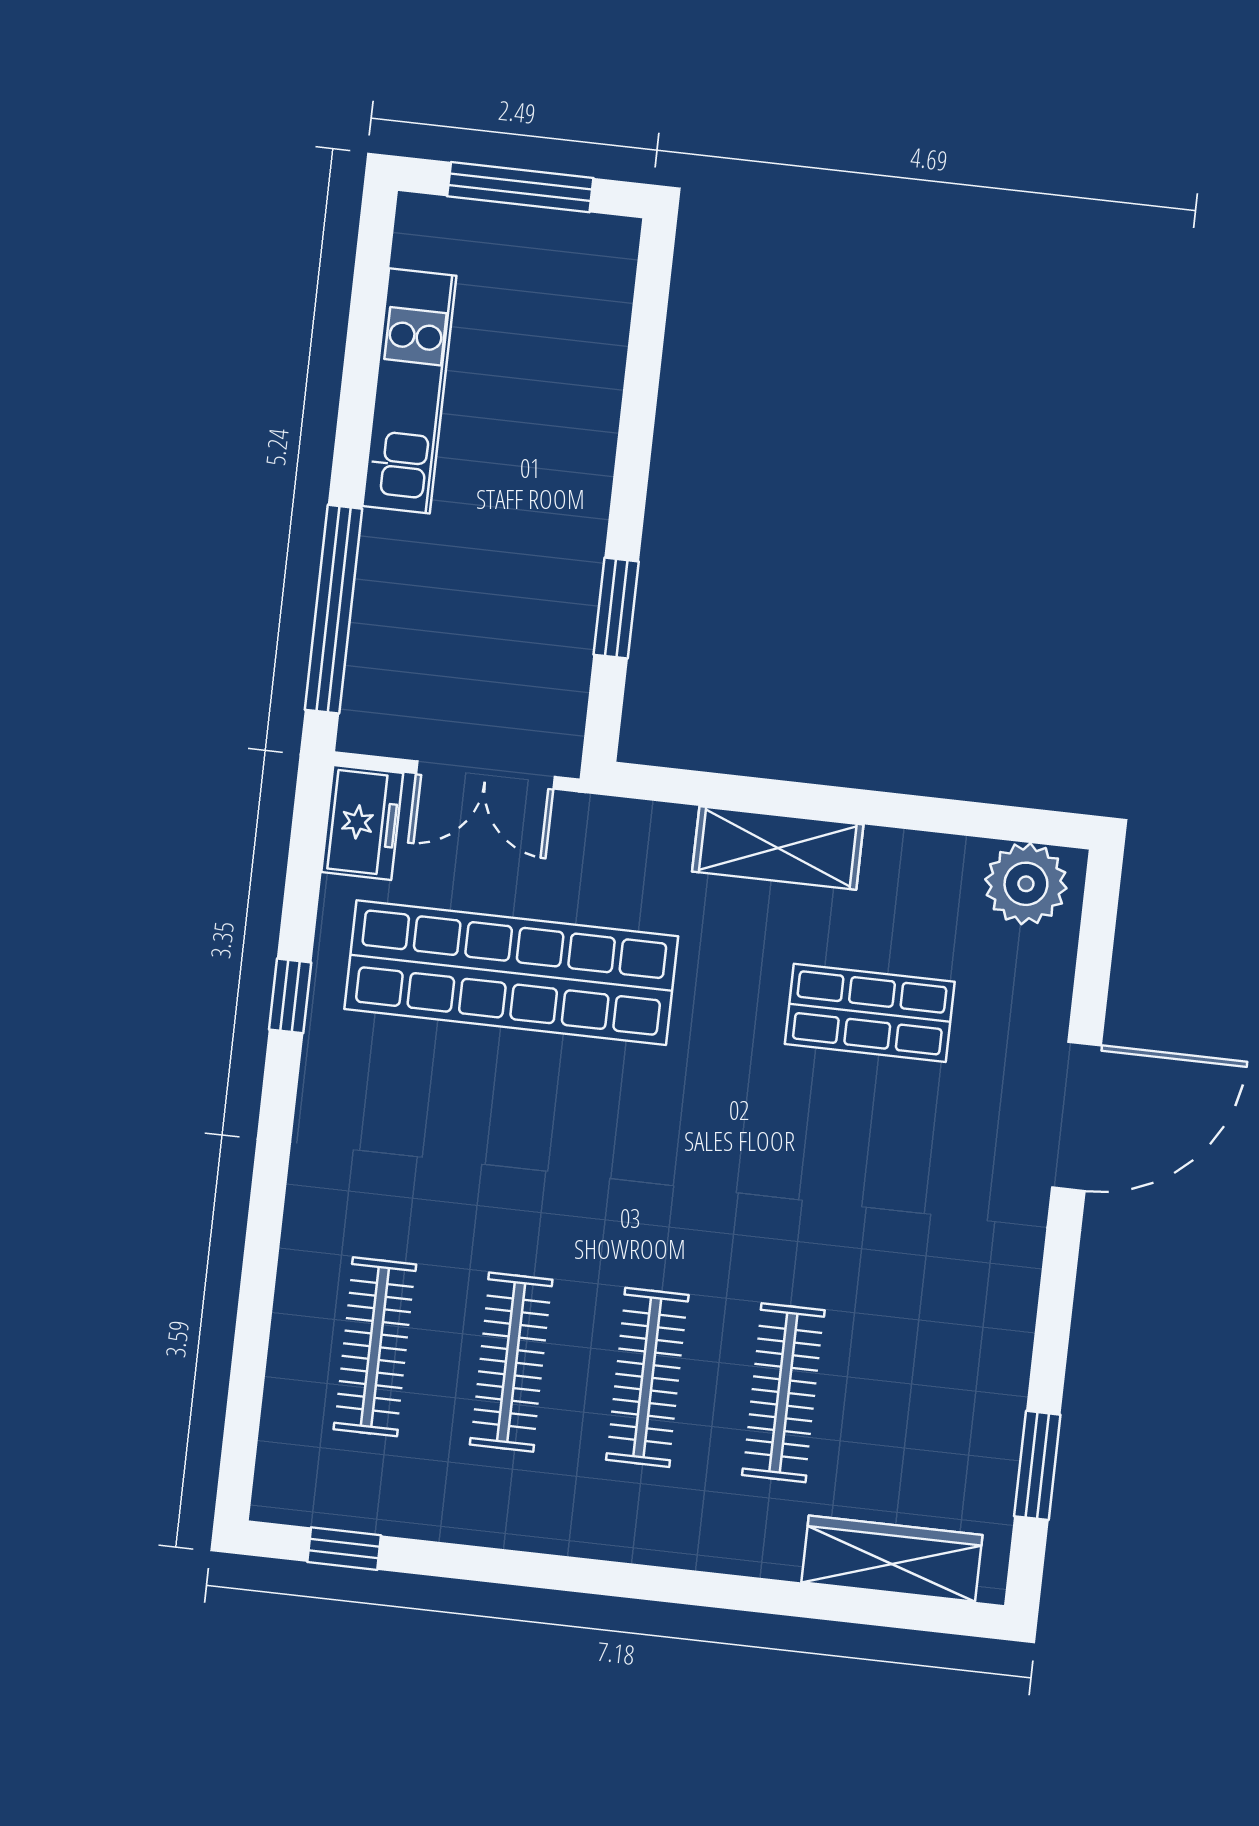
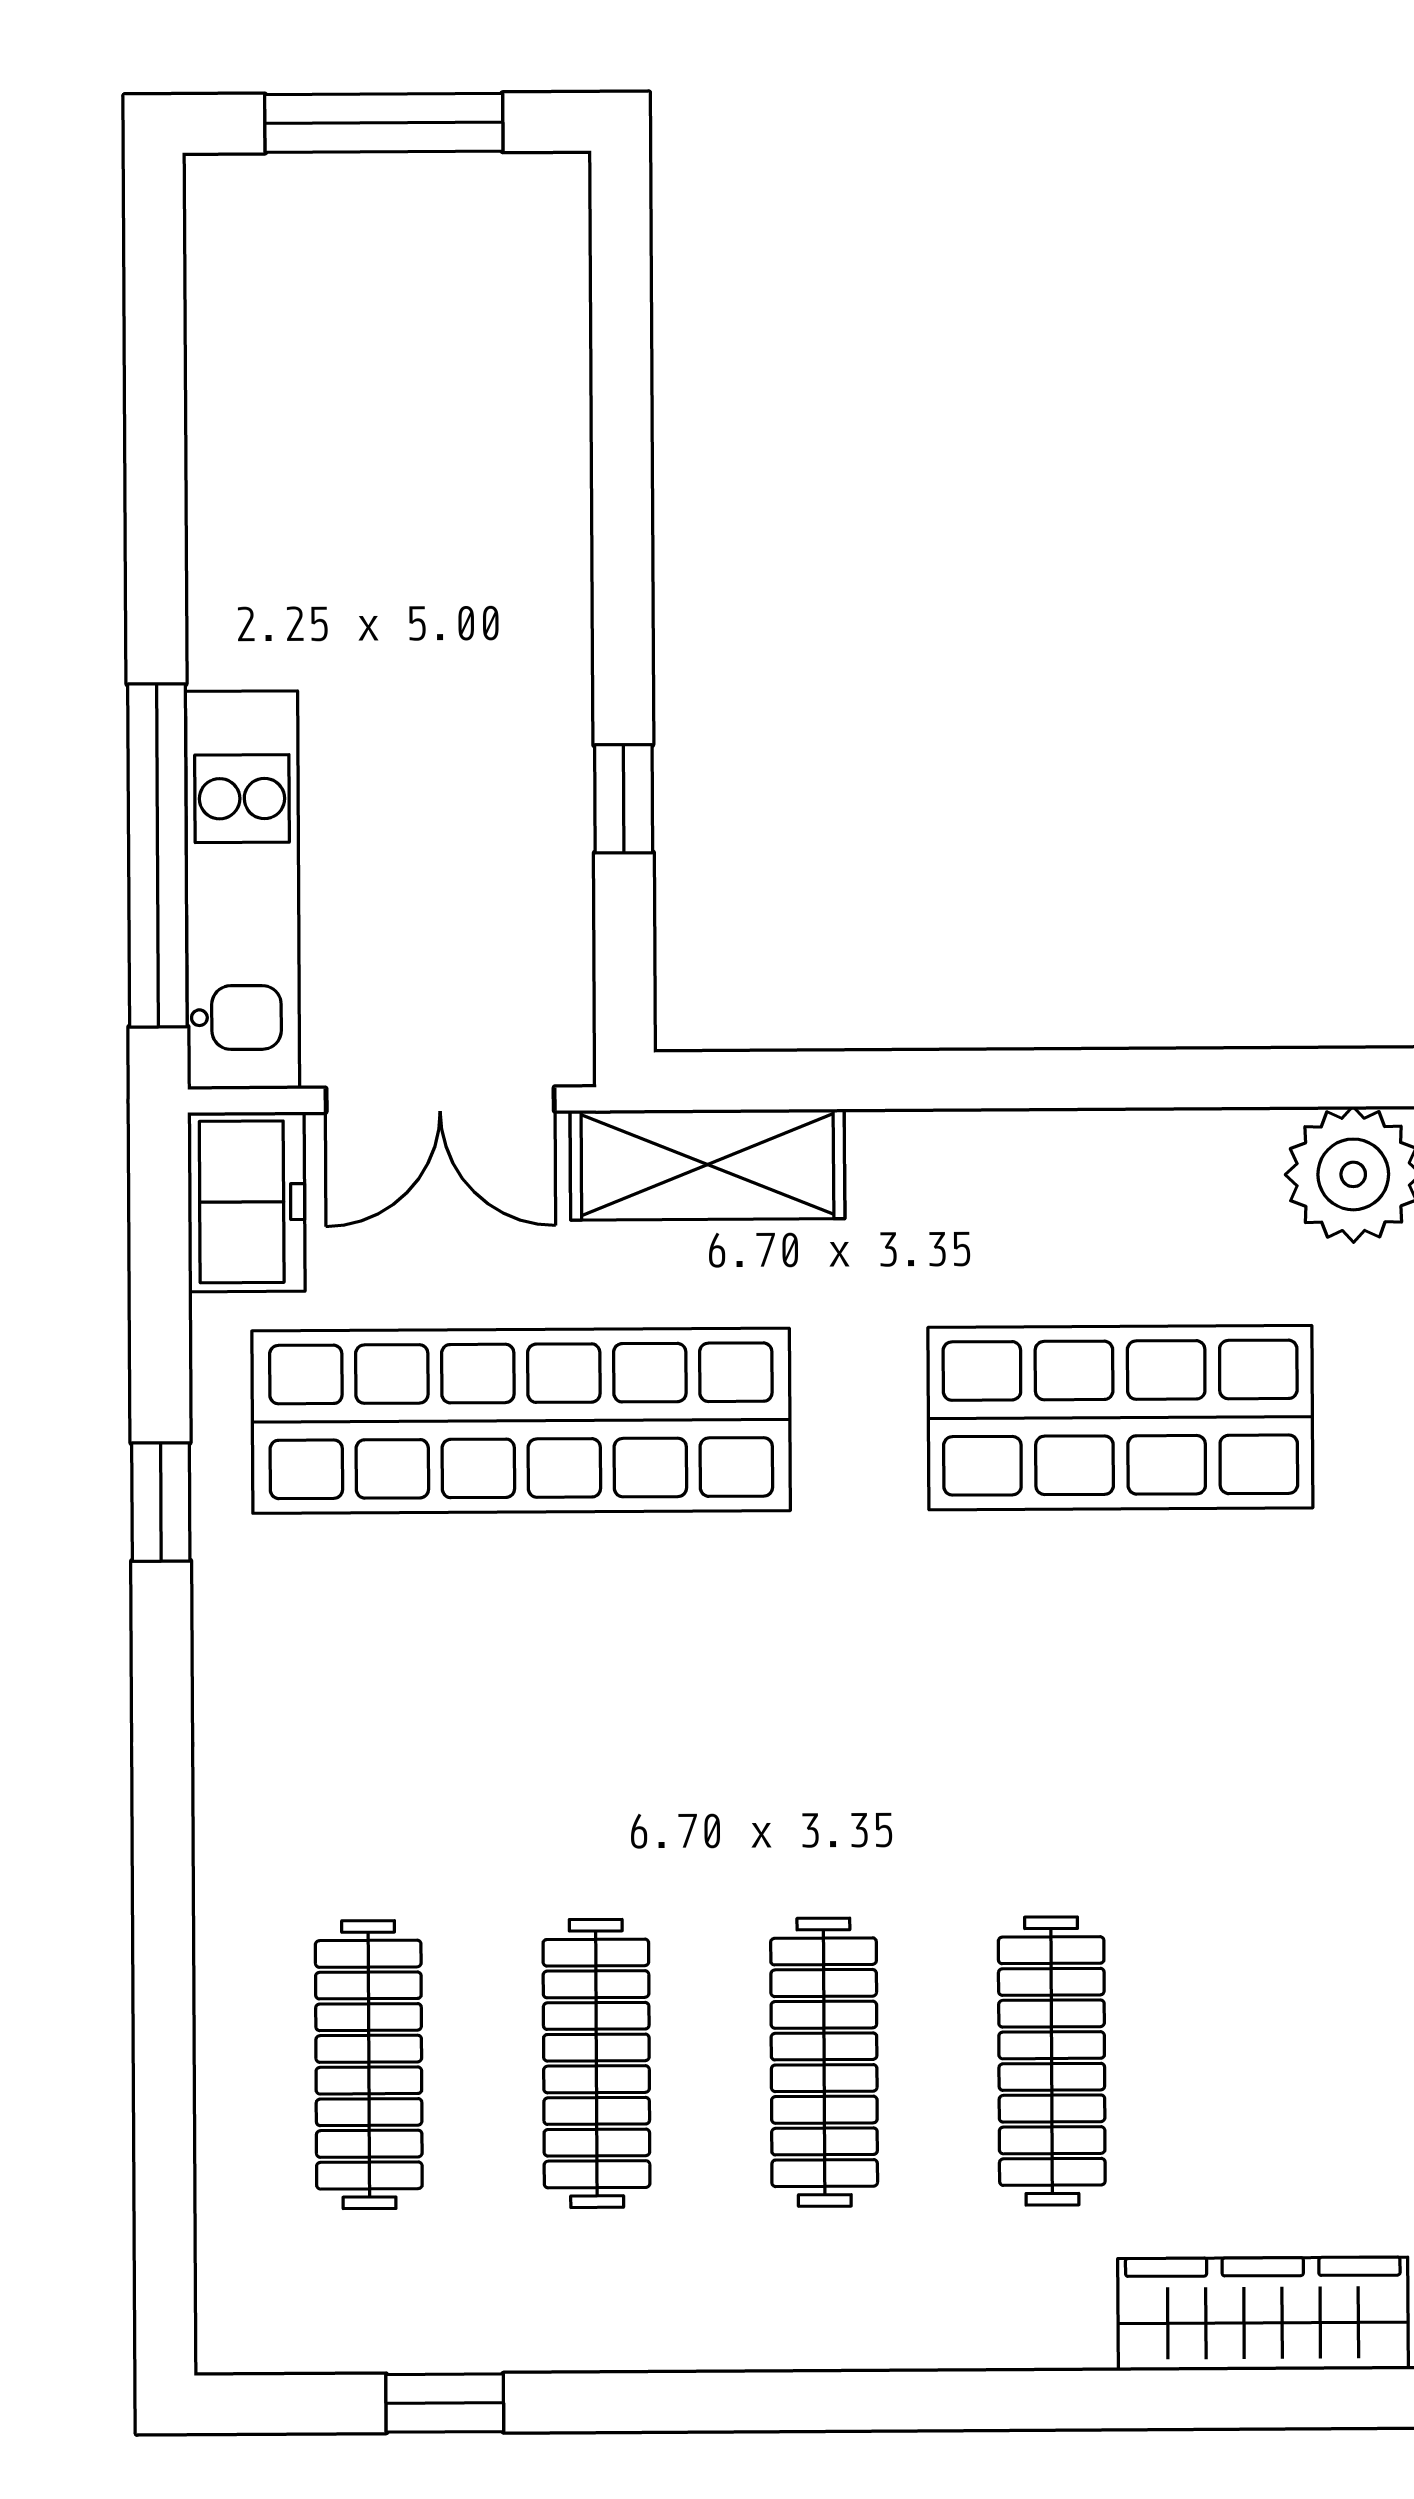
kitchen unit: (409, 391) -> (242, 890), moved
window: (616, 608) -> (624, 799), width x0.67
shelving: (778, 848) -> (707, 1165), moved
shop shelf: (870, 1013) -> (1120, 1418), width x1.43, depth x1.36
window: (344, 1549) -> (445, 2403), moved

